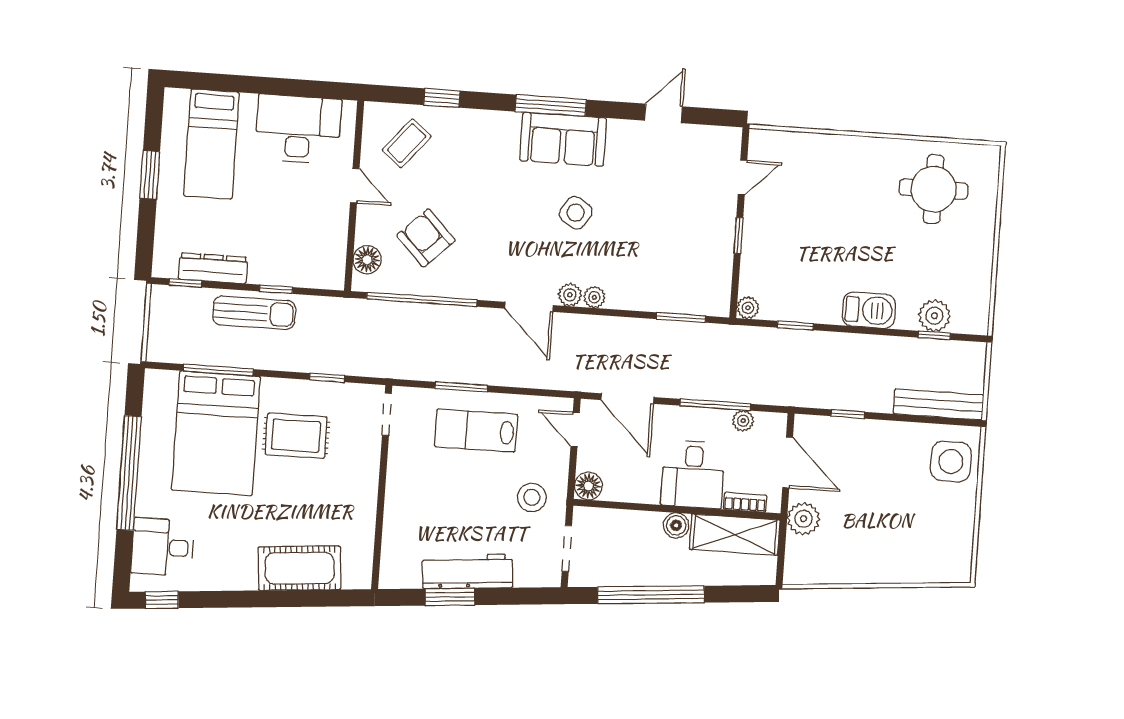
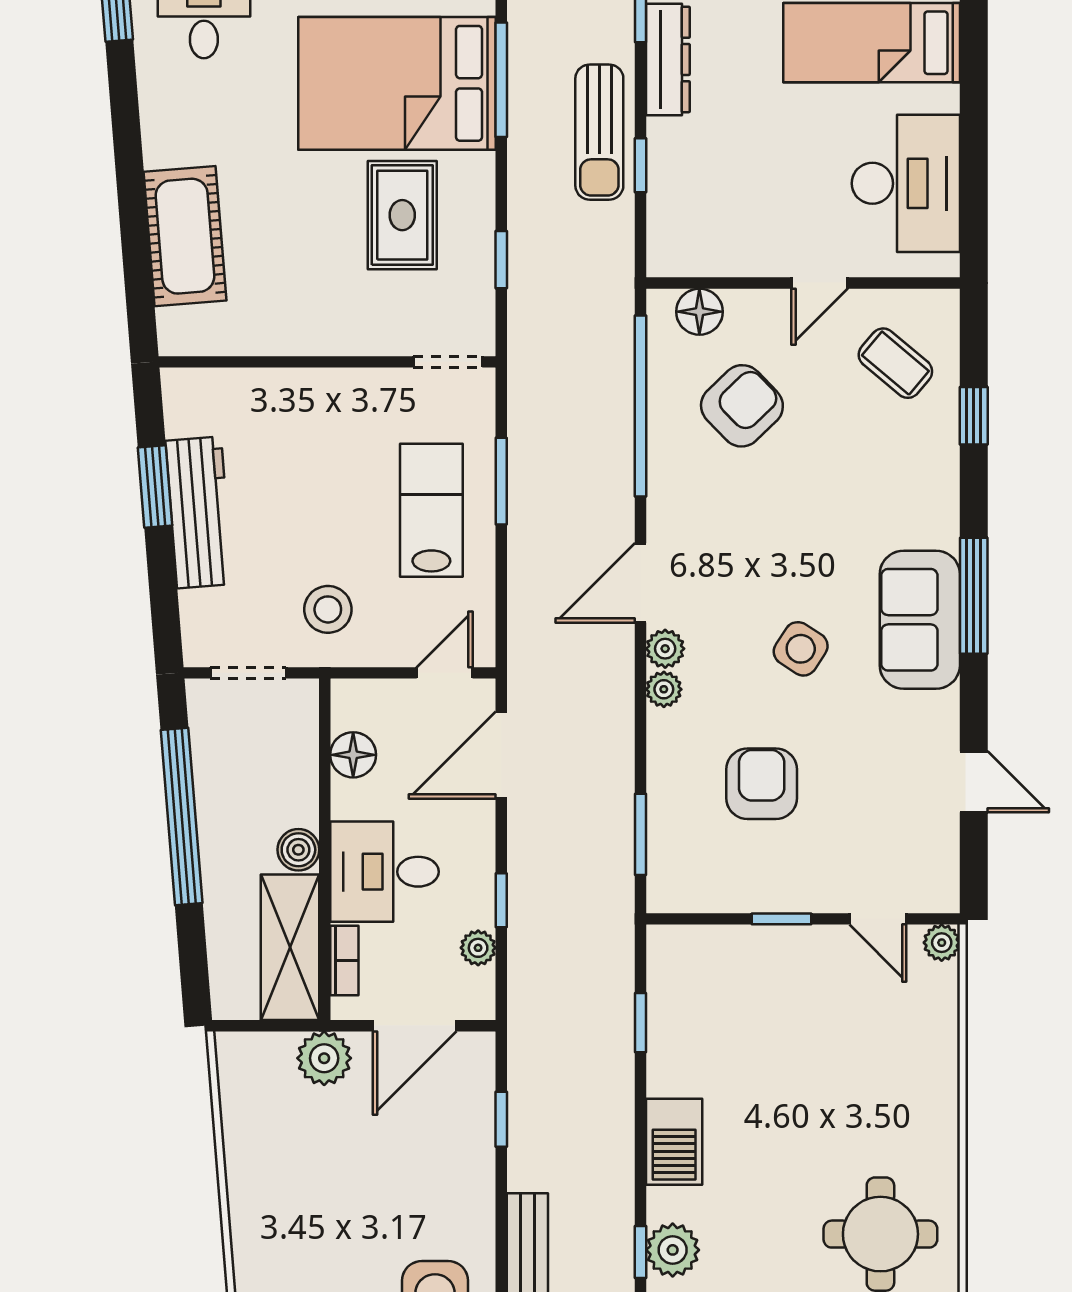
armchair: (656, 242) -> (762, 784), added
plant: (748, 308) -> (942, 943), moved
window: (715, 405) -> (501, 900), width x0.46
floor lamp: (588, 486) -> (353, 755), moved

